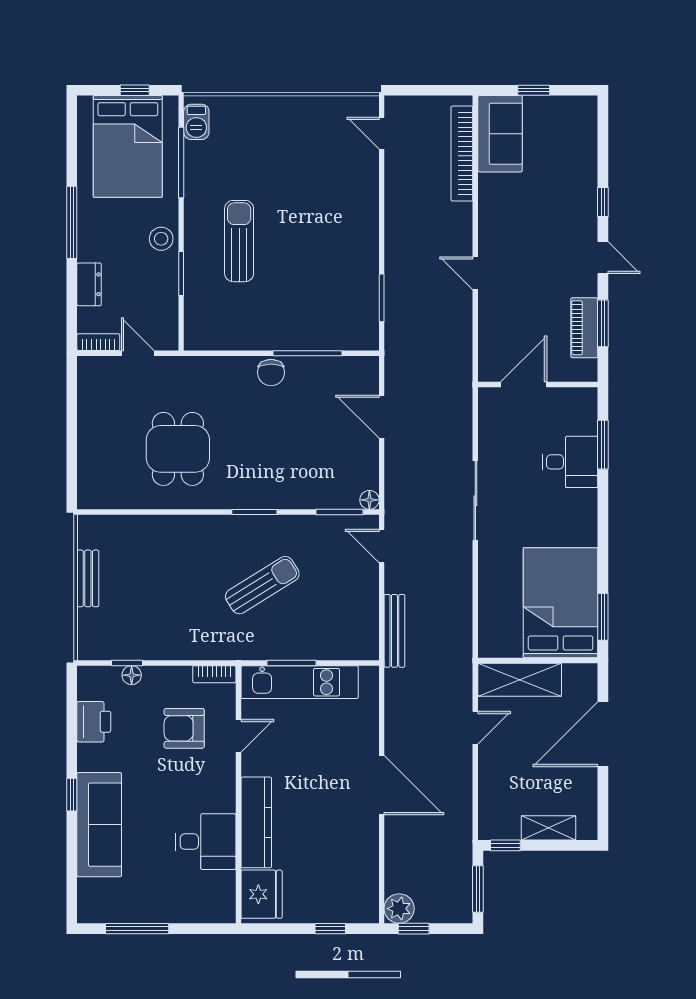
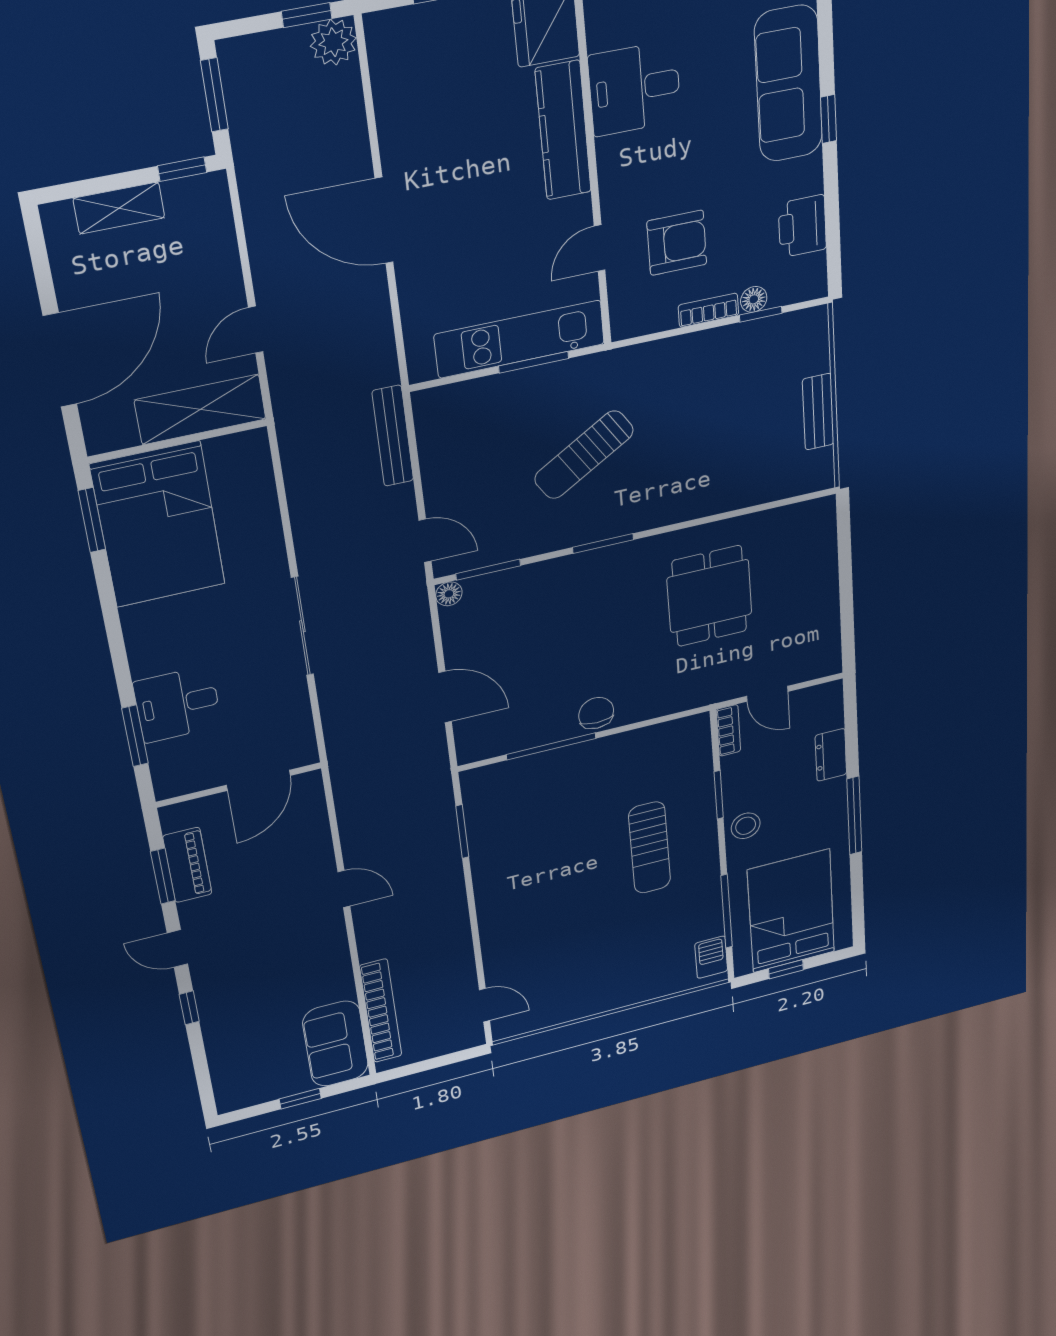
bookcase: (98, 342) -> (728, 730), moved, turned -90
bookcase: (214, 674) -> (708, 310), moved

